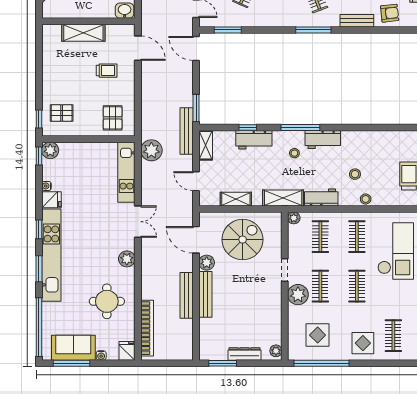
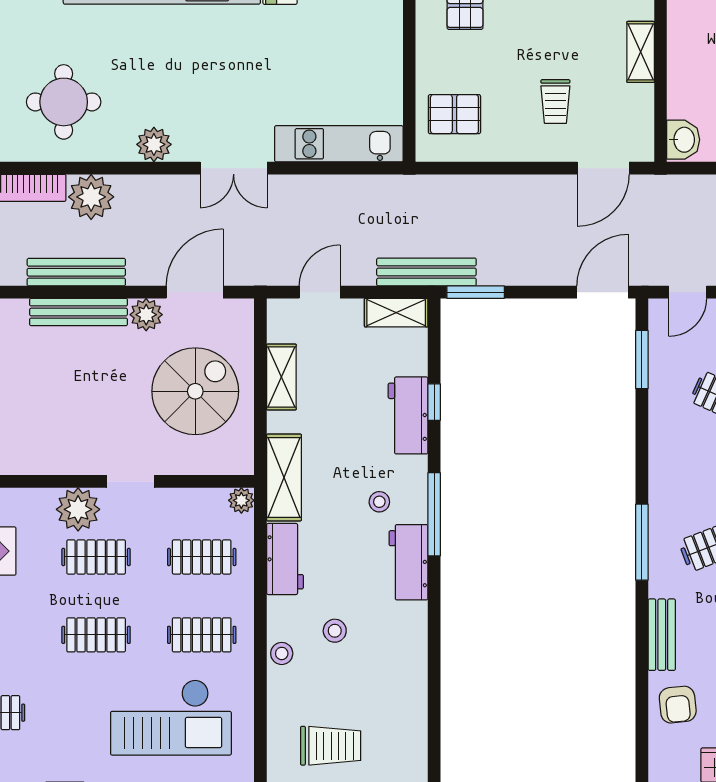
shelving: (83, 33) -> (641, 52), width x0.67, depth x0.75
plant: (151, 150) -> (91, 197), moved
spiral stairs: (243, 240) -> (195, 391), turned -90

